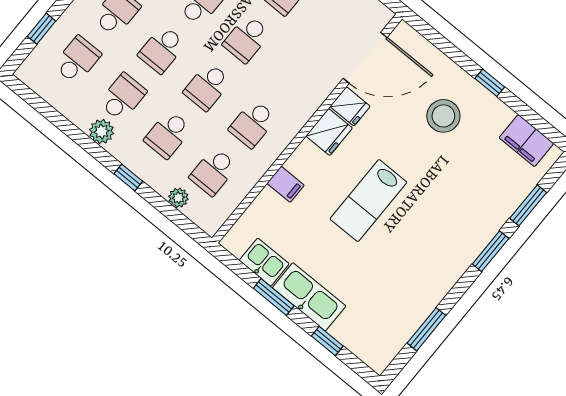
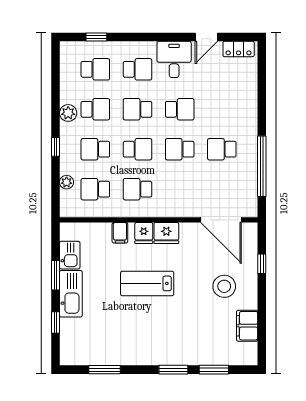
window: (490, 83) -> (262, 264), moved
school desk: (207, 87) -> (138, 149), turned 180
fridge: (350, 106) -> (144, 233), moved
filing cabinet: (526, 141) -> (247, 326), moved

